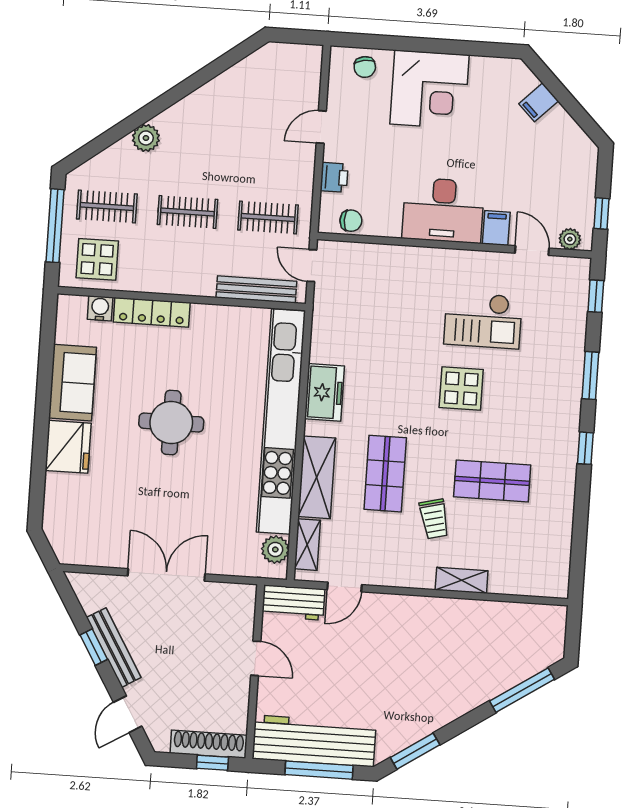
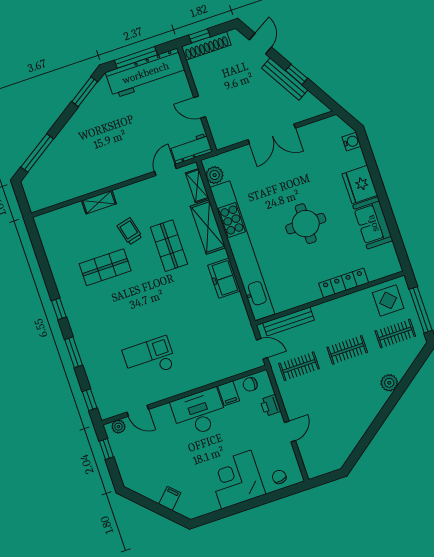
filing cabinet: (496, 228) -> (229, 393), moved
water cooler: (100, 308) -> (351, 142), moved, turned -90
display table: (461, 388) -> (146, 314), removed

